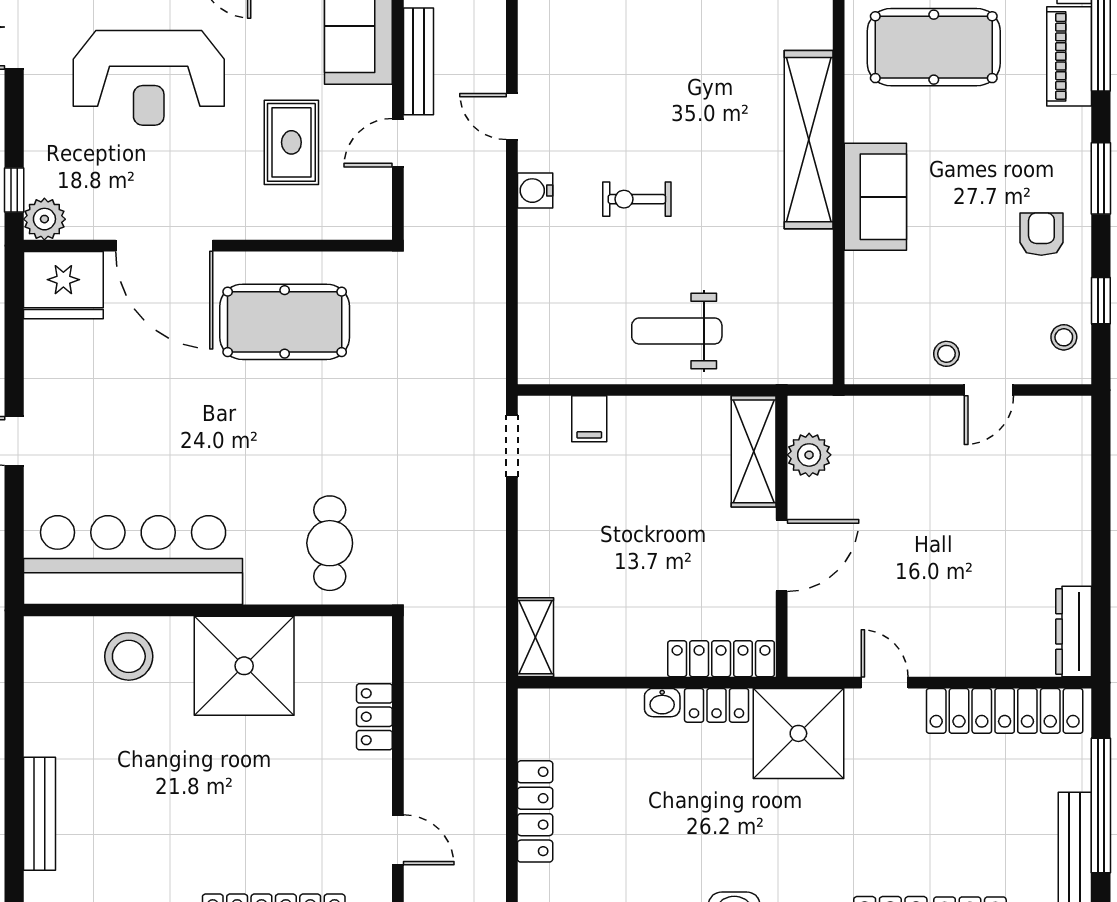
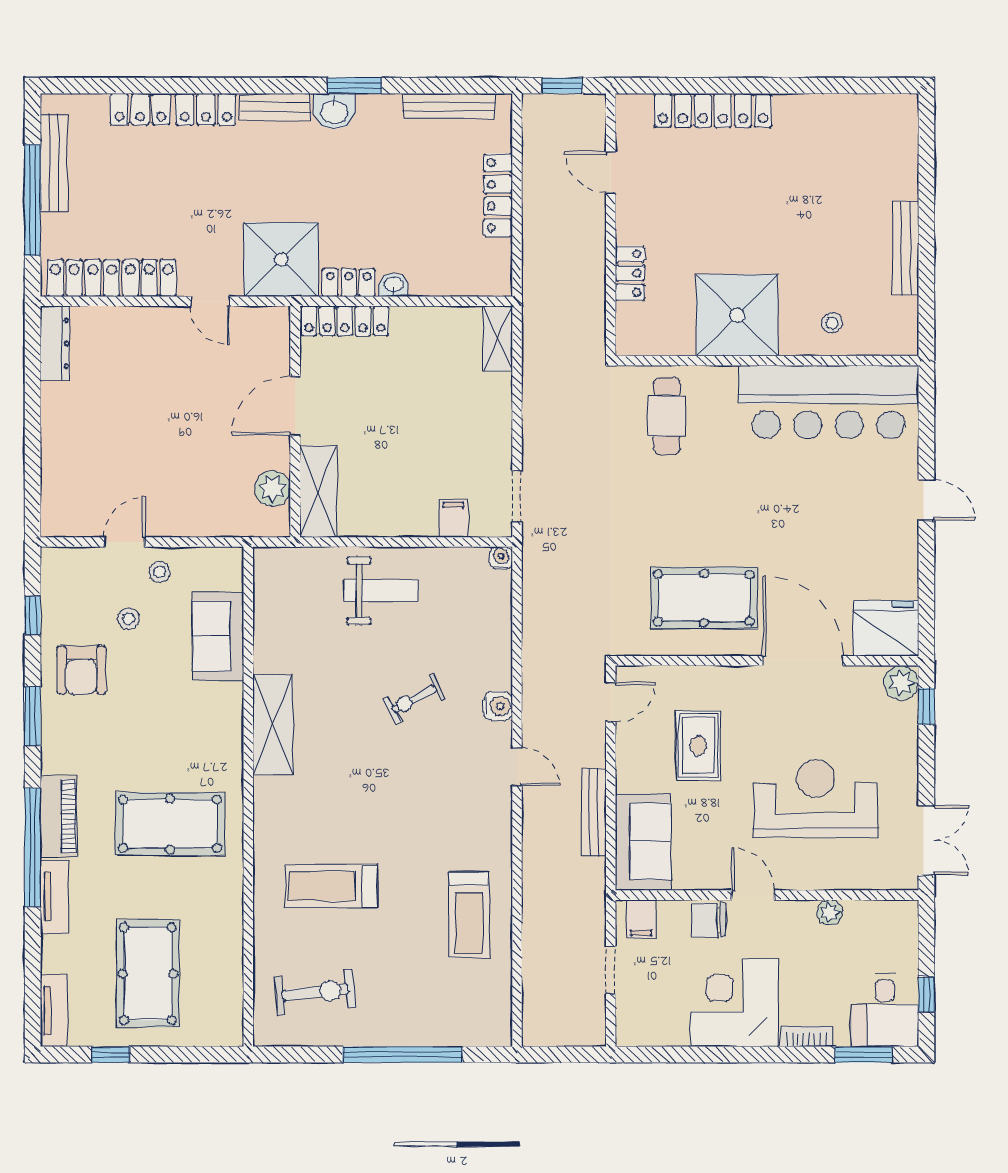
shelving: (809, 140) -> (273, 724), width x0.68
door: (398, 143) -> (611, 702), moved
sofa: (875, 197) -> (218, 636), moved
exercise bike: (637, 199) -> (414, 699), turned 153
armchair: (1041, 234) -> (81, 670), width x1.38, depth x1.38
stool: (1064, 337) -> (129, 619), moved
water cooler: (531, 371) -> (501, 558), added
stool: (129, 656) -> (832, 323), width x0.53, depth x0.53
bench: (39, 814) -> (906, 248), moved

